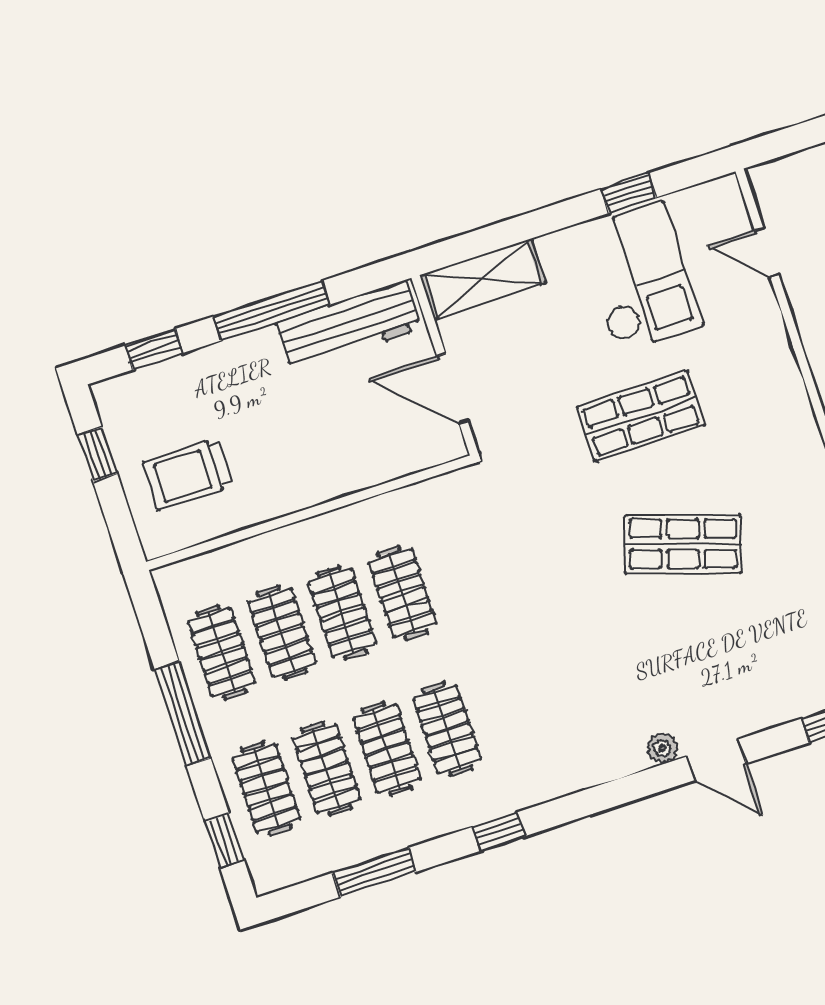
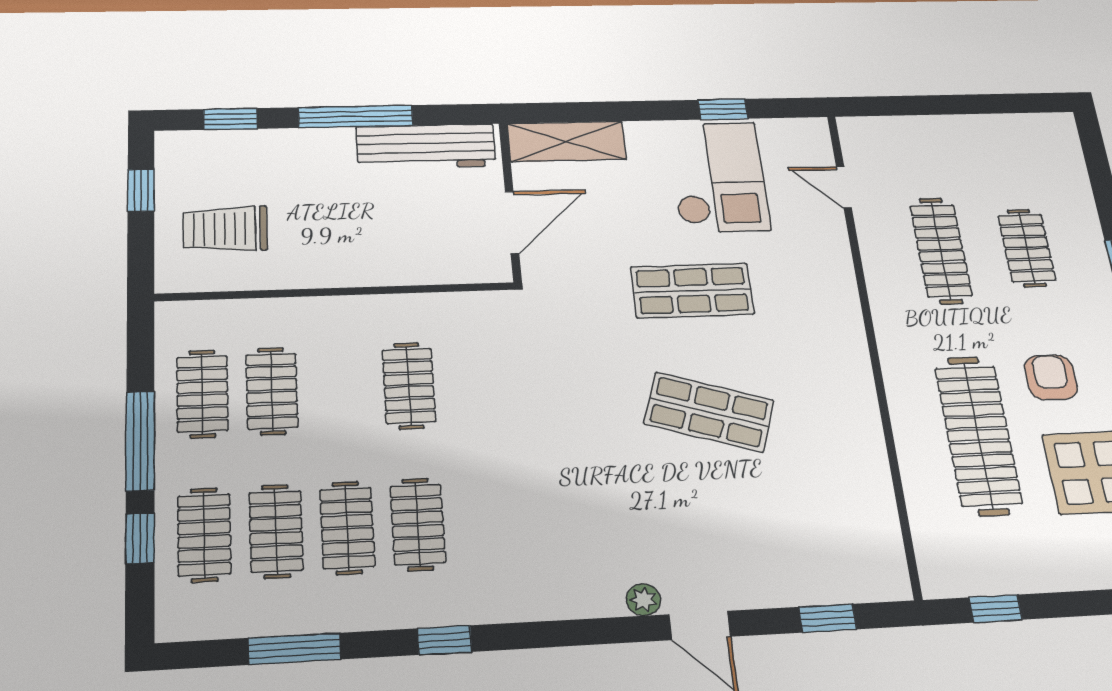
door: (452, 389) -> (512, 222), swing flipped
clothes rail: (342, 613) -> (341, 388), removed
window: (224, 840) -> (140, 538), moved

